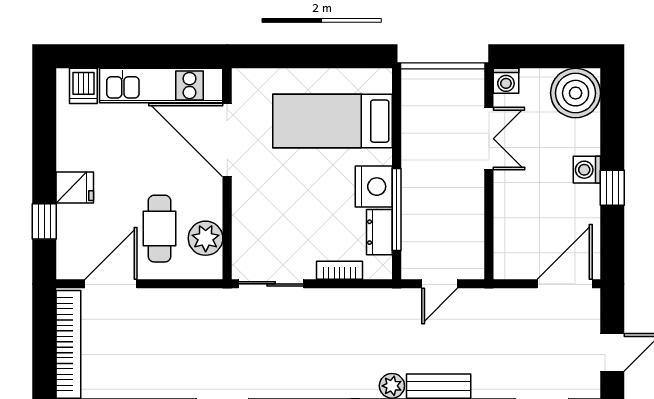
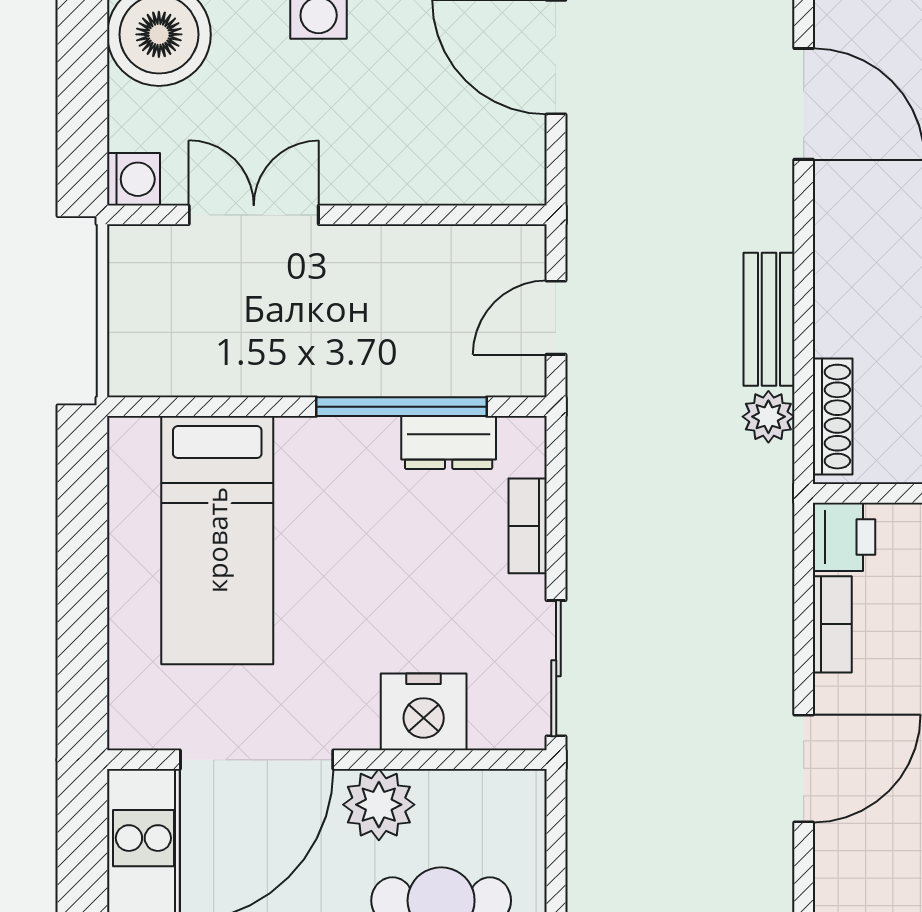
nightstand: (374, 187) -> (424, 712), moved, turned 180
plant: (206, 238) -> (379, 805), moved
door: (440, 284) -> (556, 318), swing flipped

